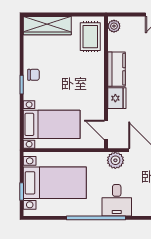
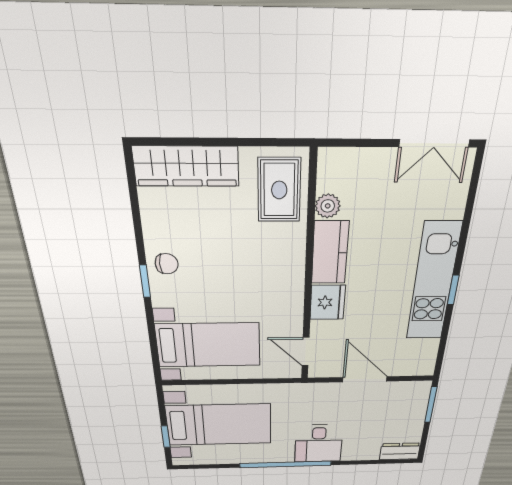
plant: (114, 26) -> (328, 206), moved
plant: (115, 160) -> (320, 394), removed

